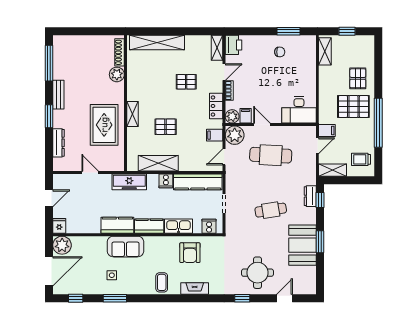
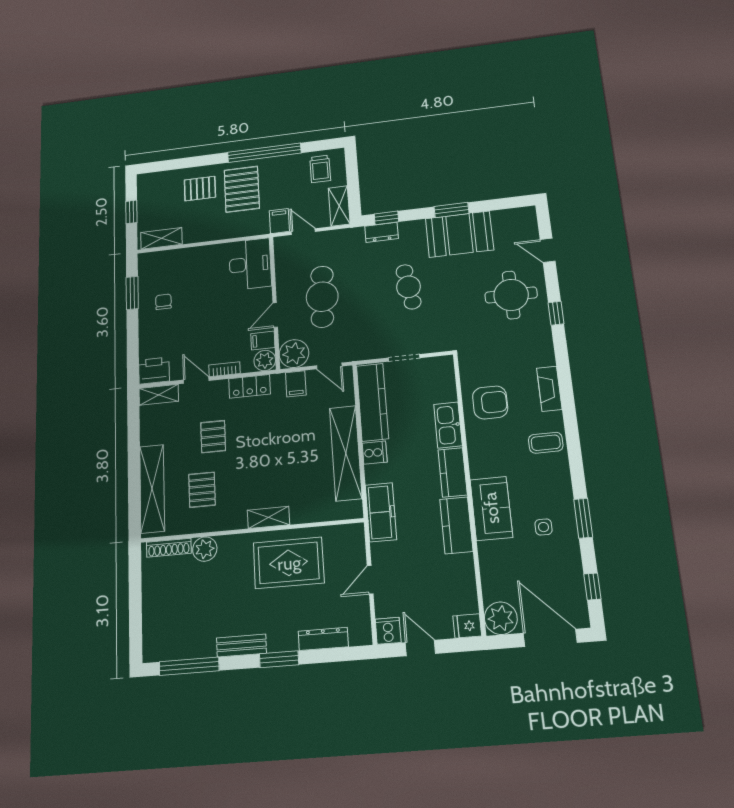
pallet: (166, 127) -> (202, 490), moved
shelving: (158, 163) -> (346, 453), width x1.47
cooker: (209, 226) -> (388, 631), moved, turned 90

